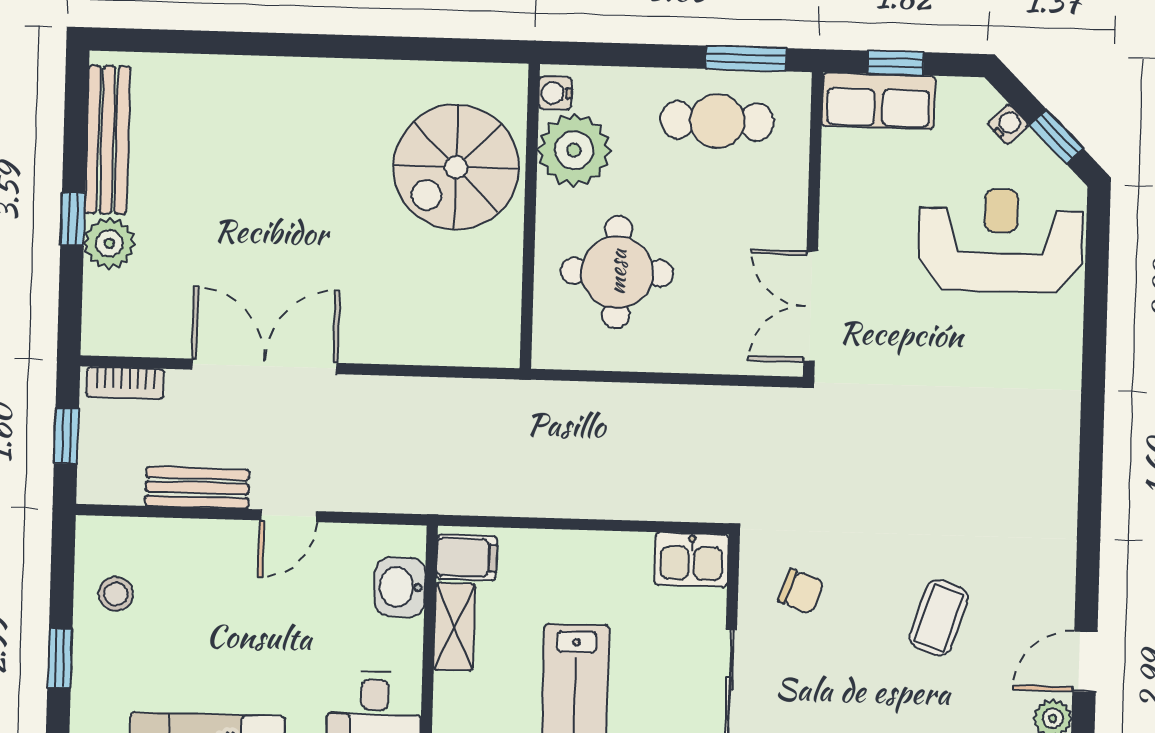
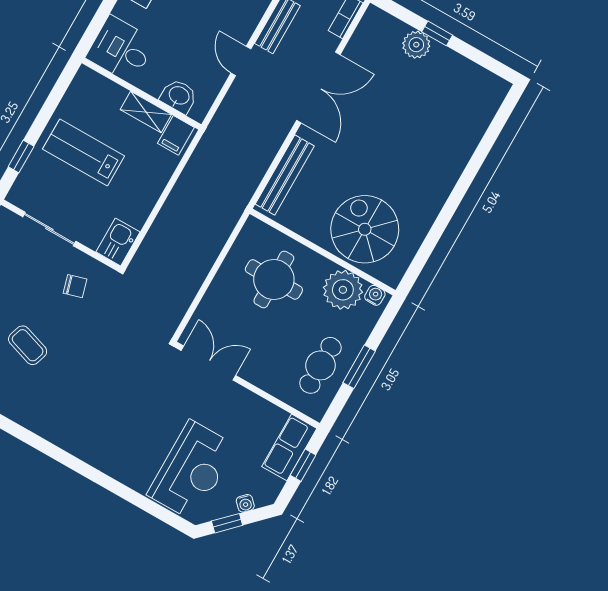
window: (746, 58) -> (359, 367), moved
bench: (108, 140) -> (285, 175), moved, turned 90
chair: (801, 591) -> (75, 286), turned -126

